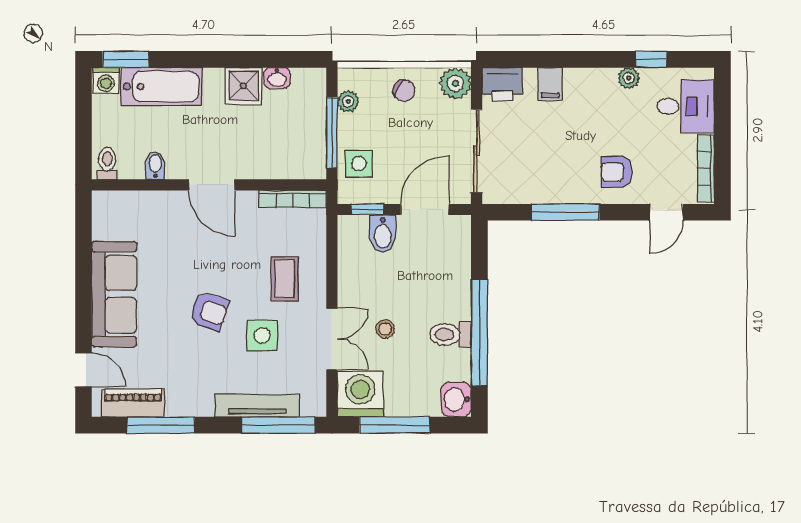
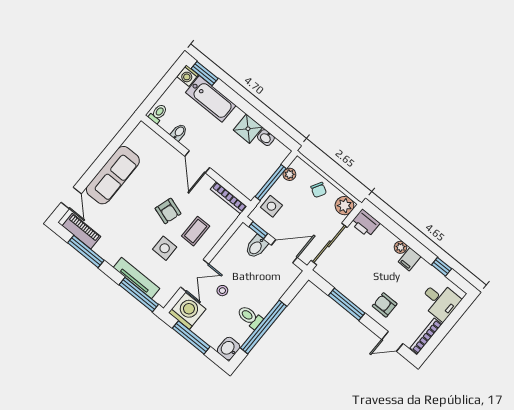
plant: (629, 78) -> (400, 247), moved
filing cabinet: (550, 84) -> (410, 259), moved
armchair: (209, 311) -> (168, 211), moved

